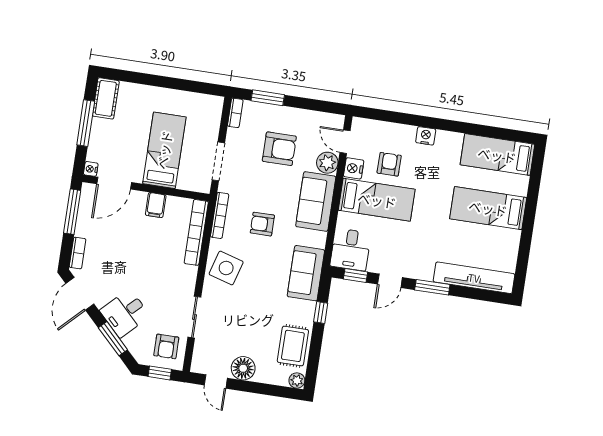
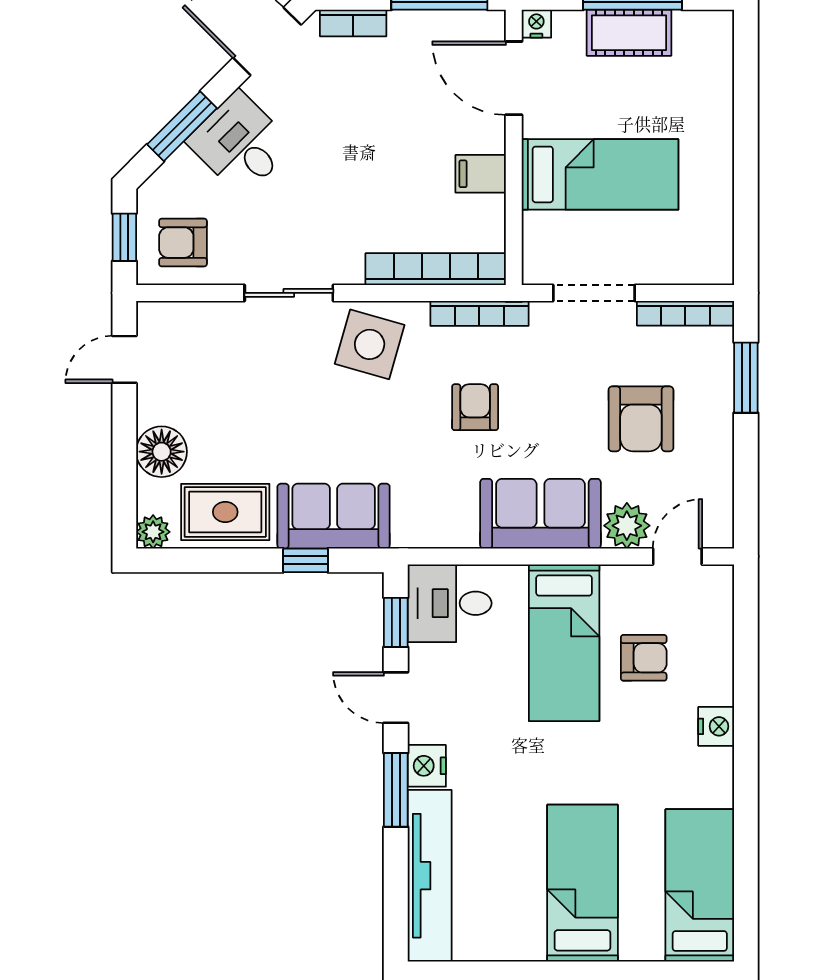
cot: (106, 98) -> (629, 33), moved
bookcase: (235, 113) -> (685, 313), width x1.56
nightstand: (354, 168) -> (427, 766), moved, turned -90
sofa: (306, 273) -> (334, 516), moved
sliding door: (194, 317) -> (289, 293), moved
floor lamp: (243, 368) -> (162, 452), moved

